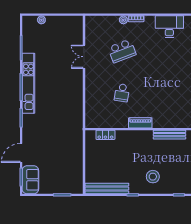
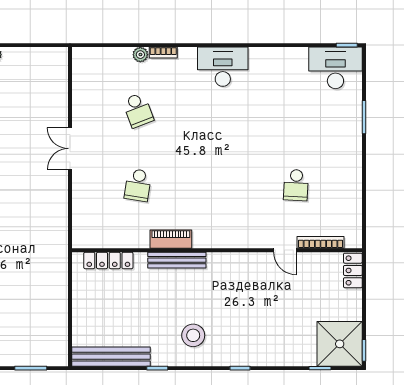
school desk: (122, 51) -> (138, 110), width x0.54
double door: (84, 57) -> (70, 149), moved
locker: (105, 135) -> (108, 260), width x1.53
bench: (169, 135) -> (177, 260), moved

